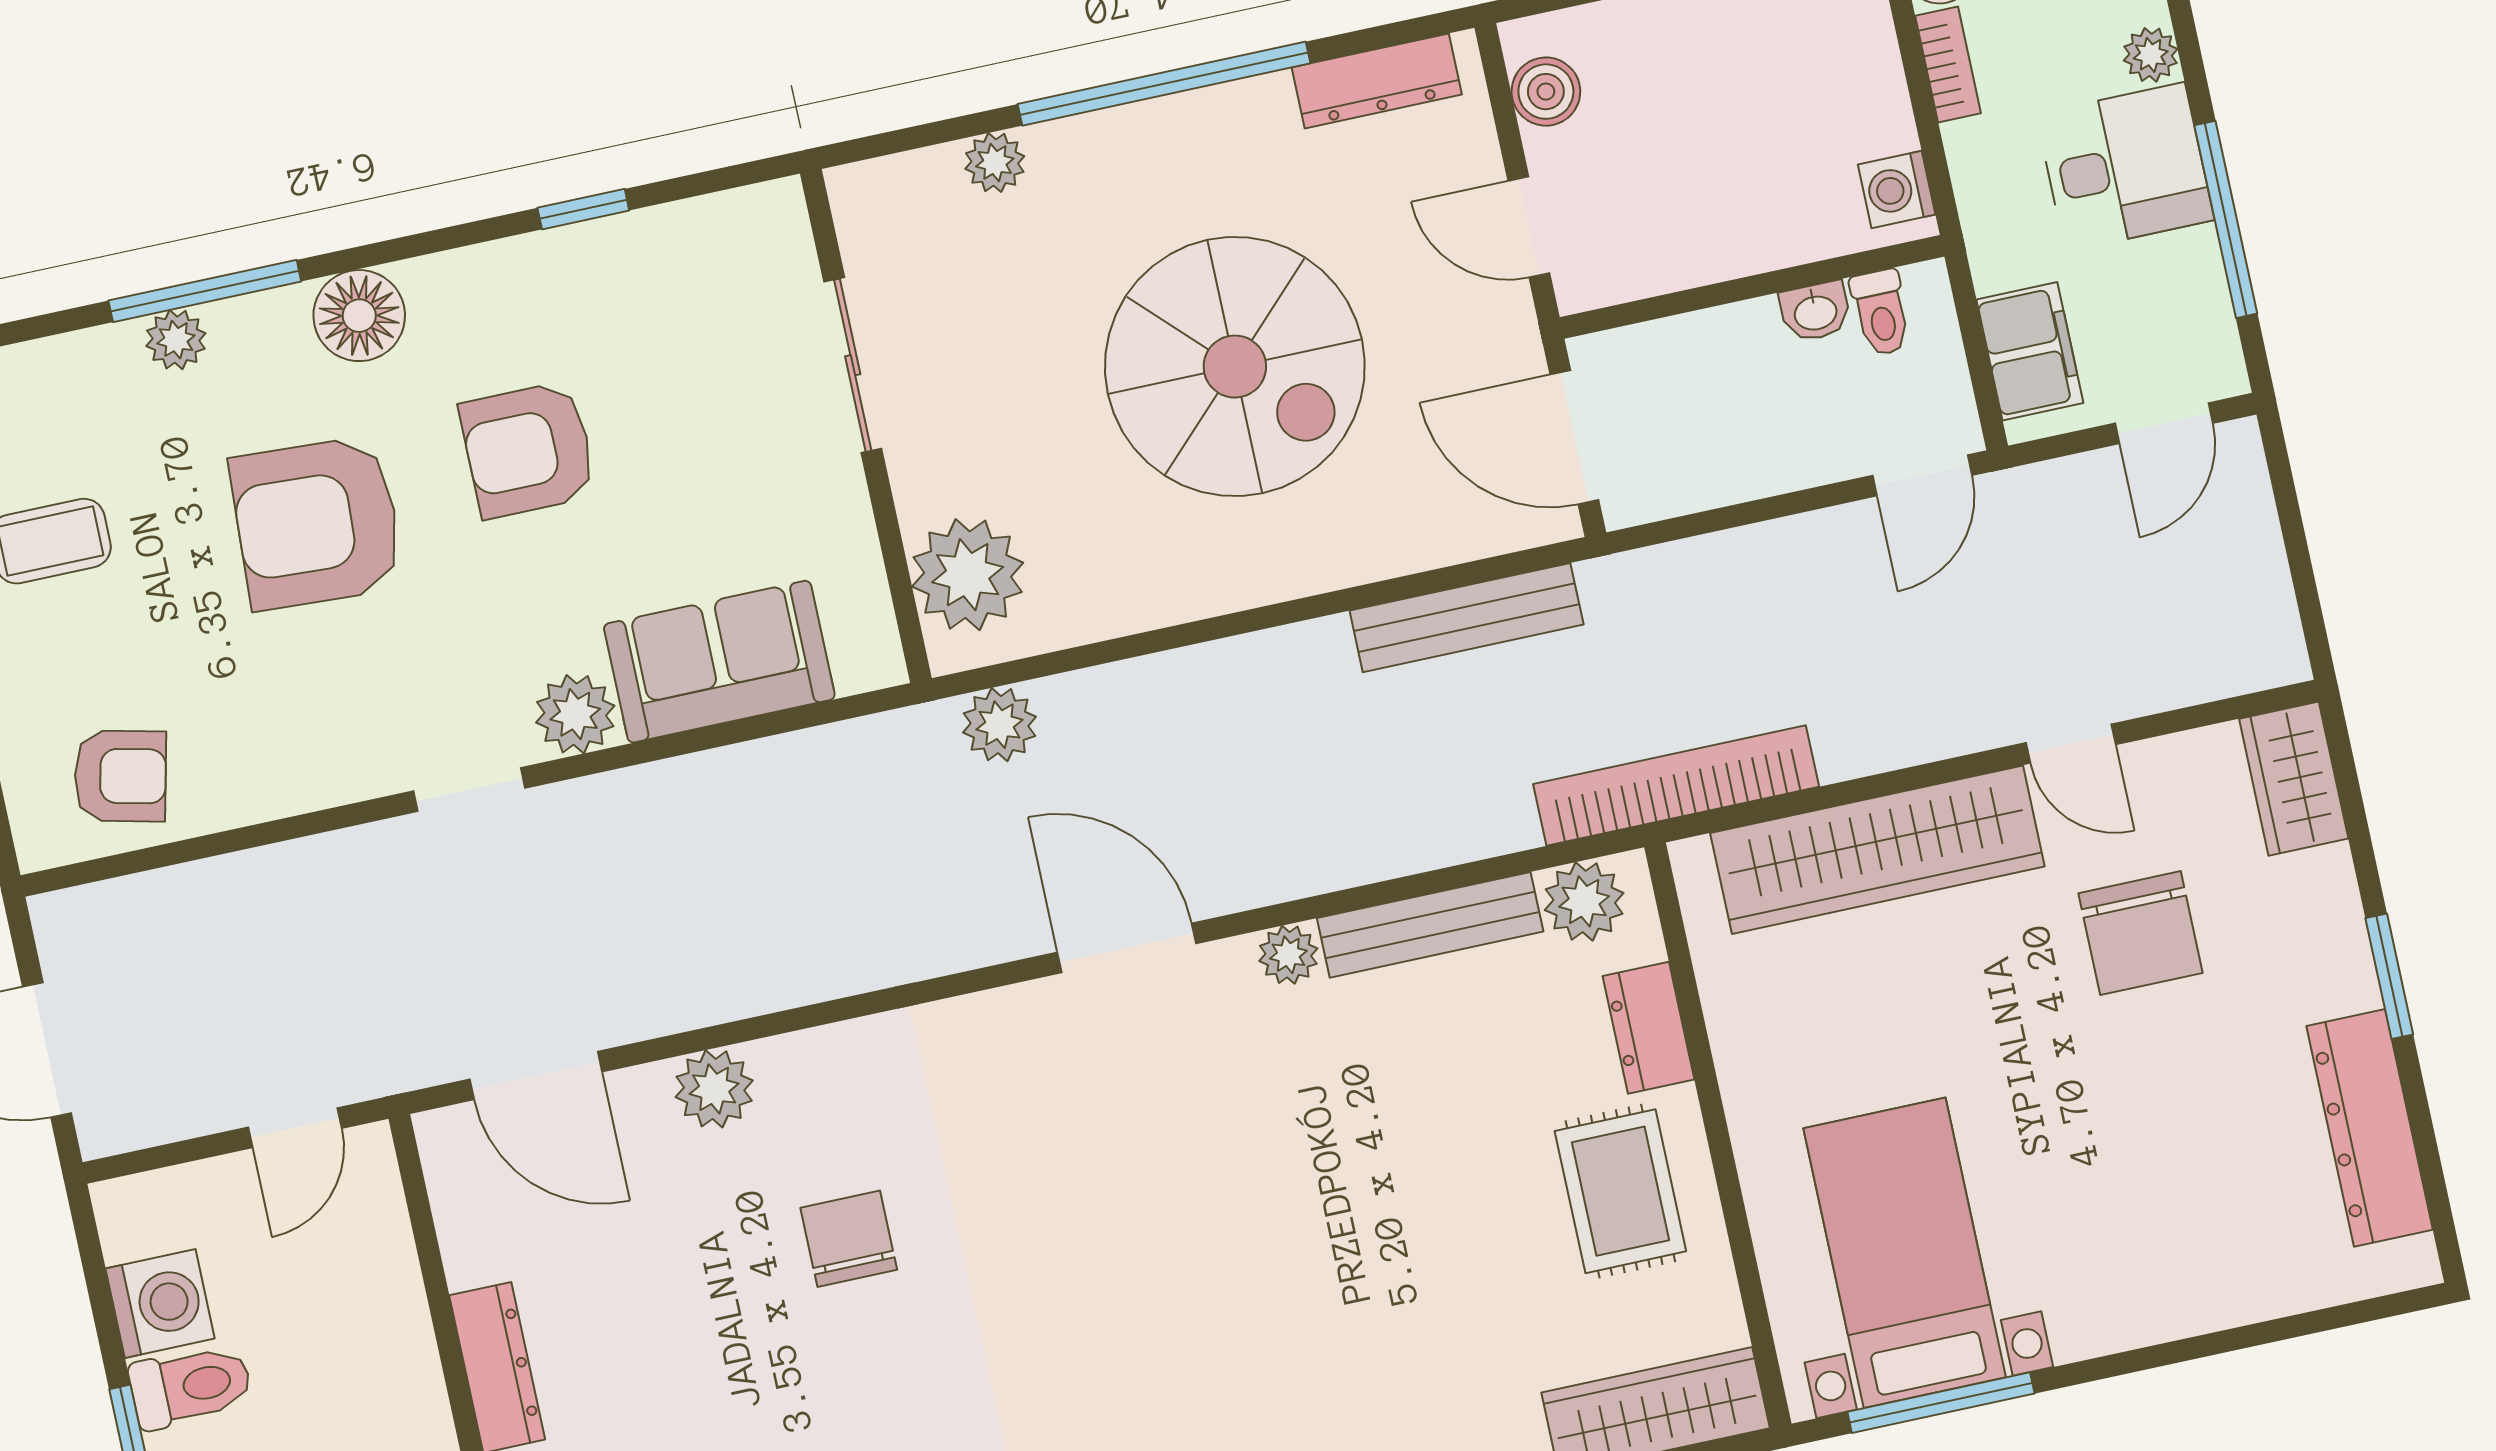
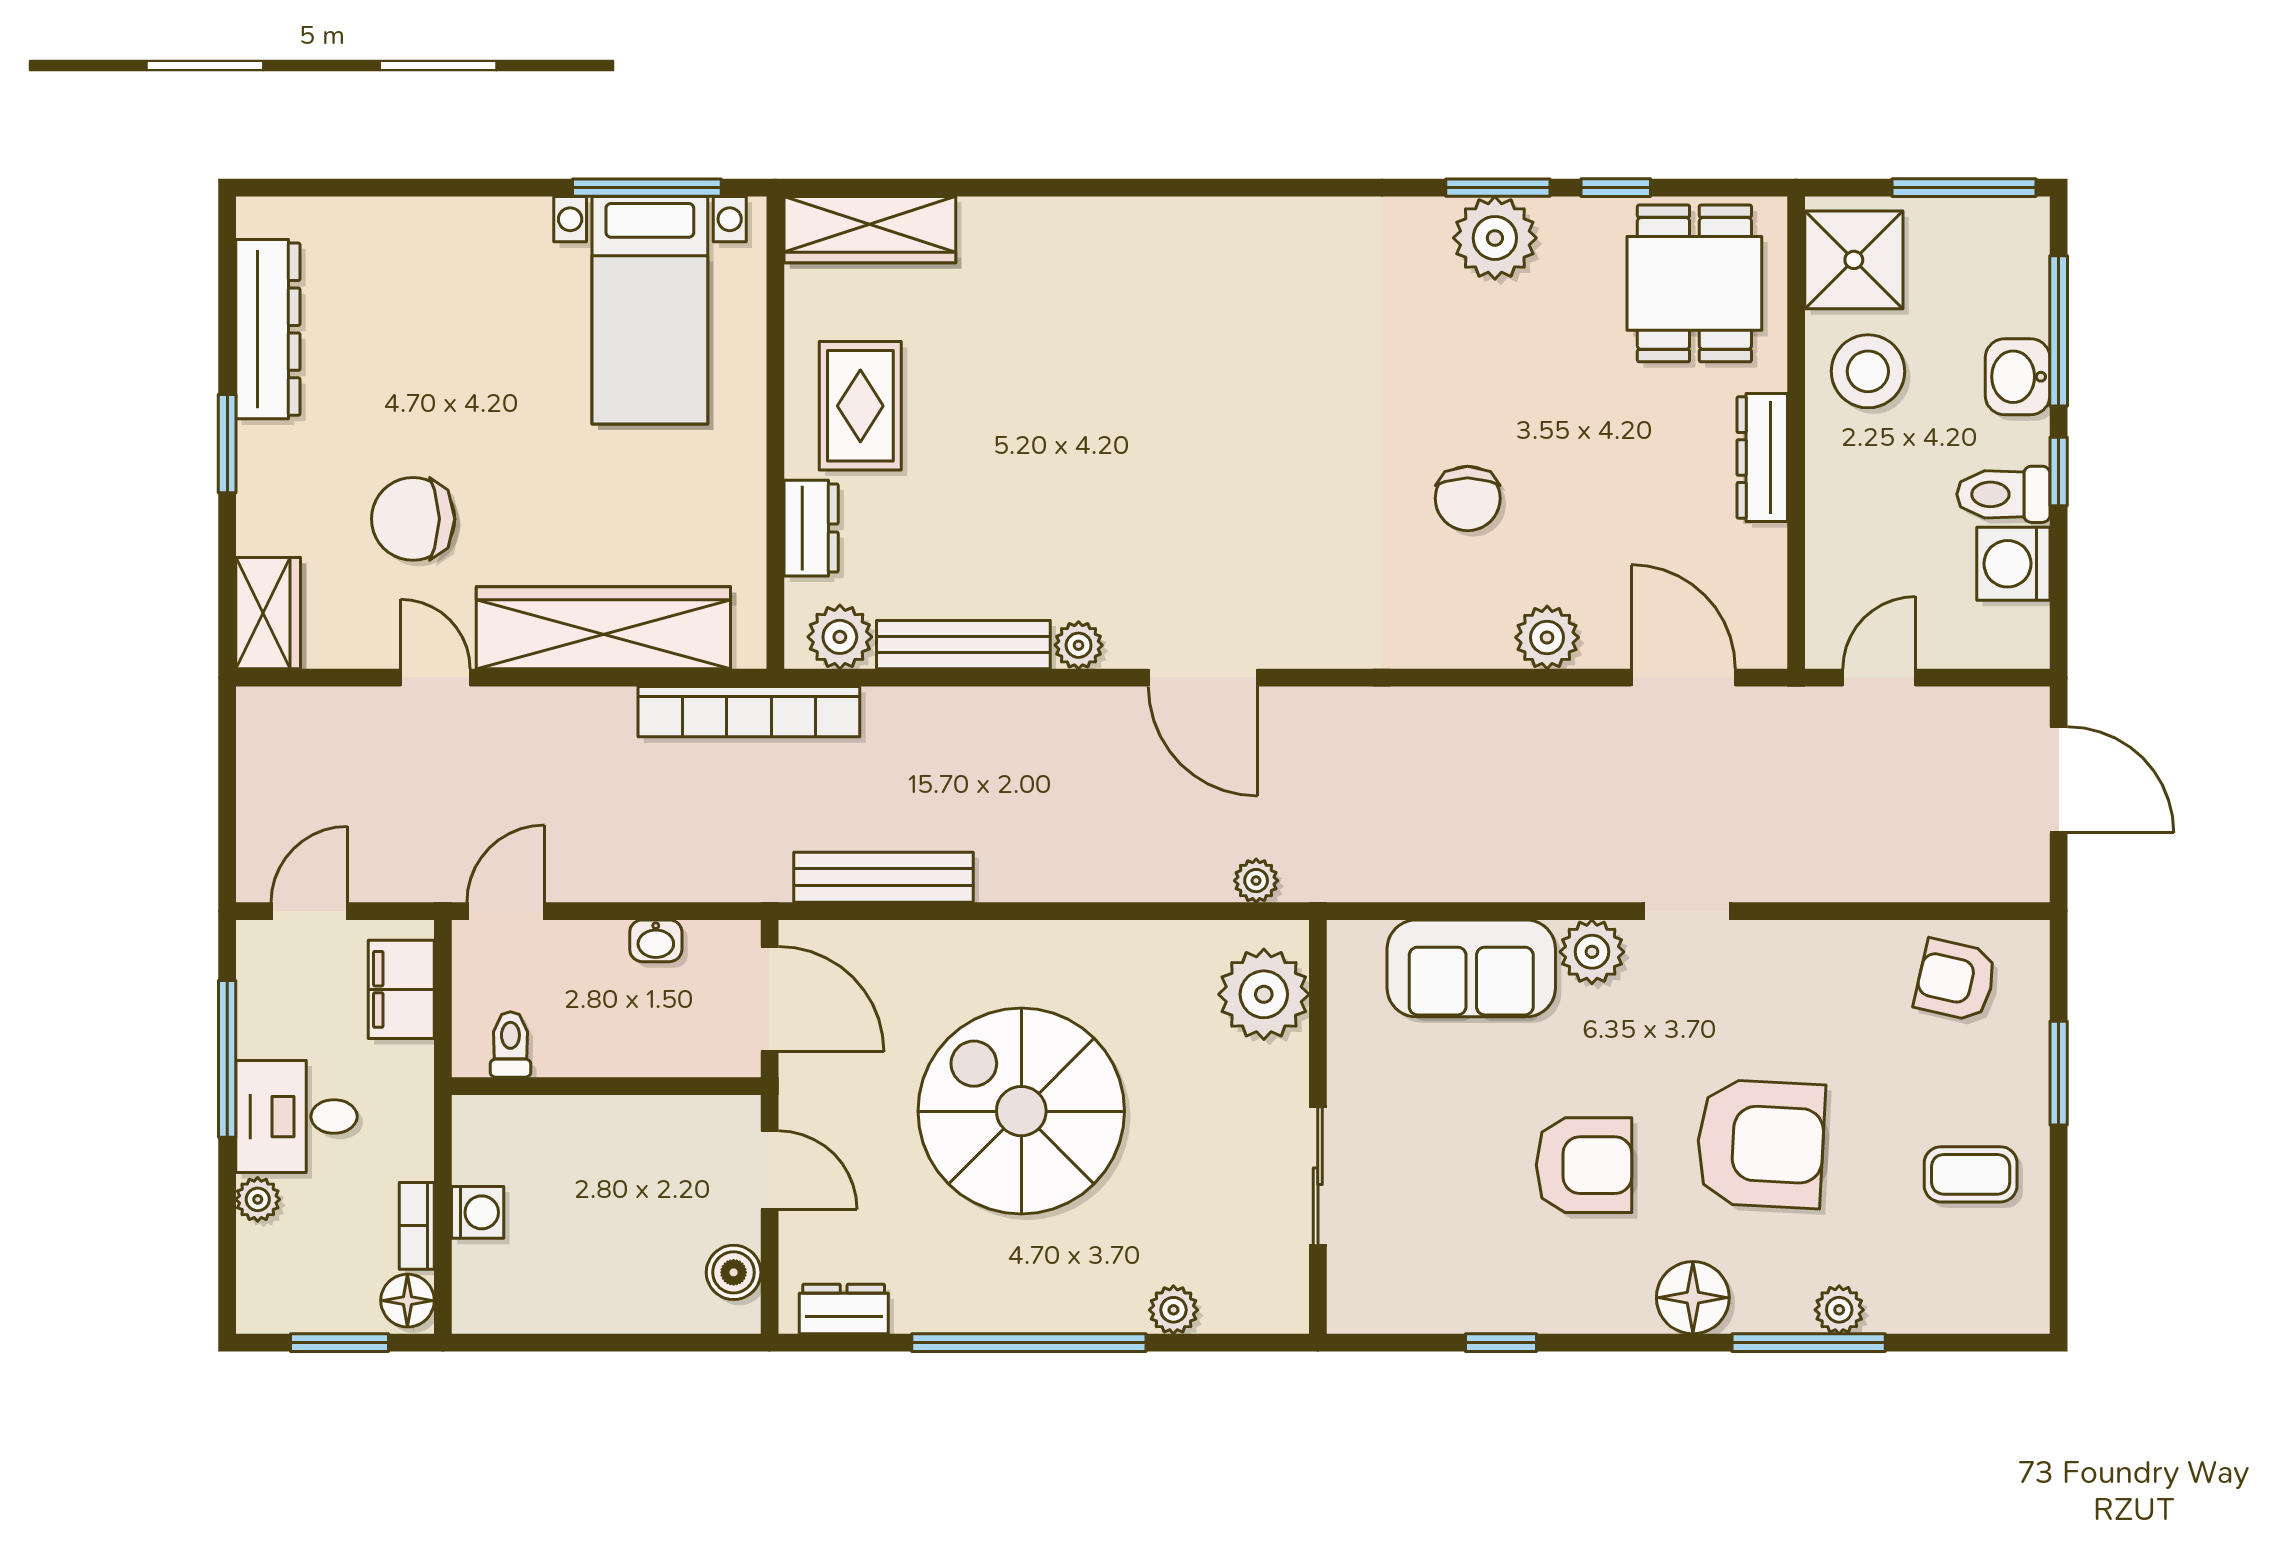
dresser: (1377, 81) -> (844, 1309), width x0.70
washing machine: (1897, 190) -> (478, 1212), moved
washbasin: (1815, 312) -> (656, 941), moved, turned 180
plant: (999, 725) -> (1256, 881), width x0.73, depth x0.73
chair: (2140, 933) -> (413, 519), turned -90

